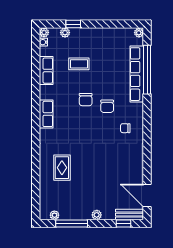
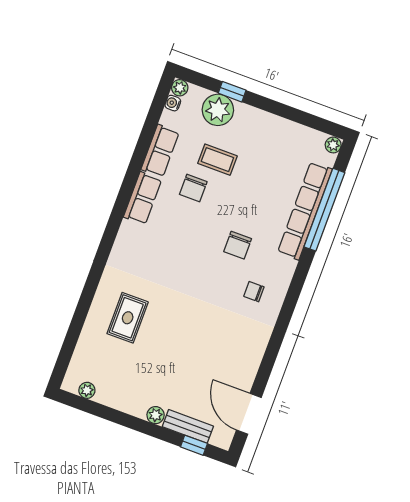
plant: (65, 33) -> (218, 110), width x1.88, depth x1.88
chair: (86, 100) -> (193, 188), moved
row of seats: (46, 114) -> (143, 198), moved
bench: (129, 215) -> (188, 426), moved
window: (72, 224) -> (110, 414), removed

